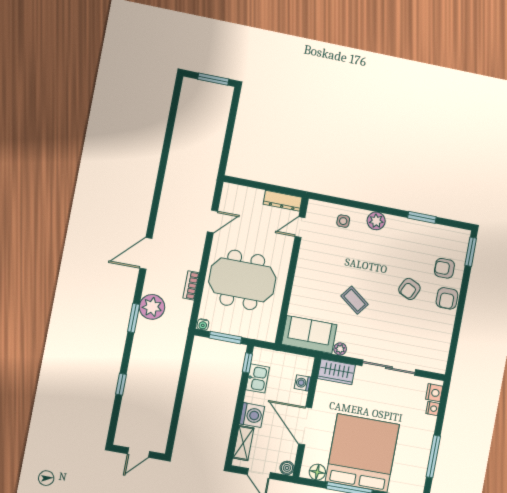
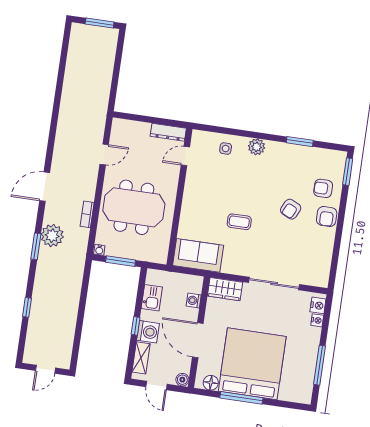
coffee table: (355, 300) -> (239, 222), turned -37
plant: (340, 349) -> (227, 268), removed
window: (247, 363) -> (136, 326), moved

